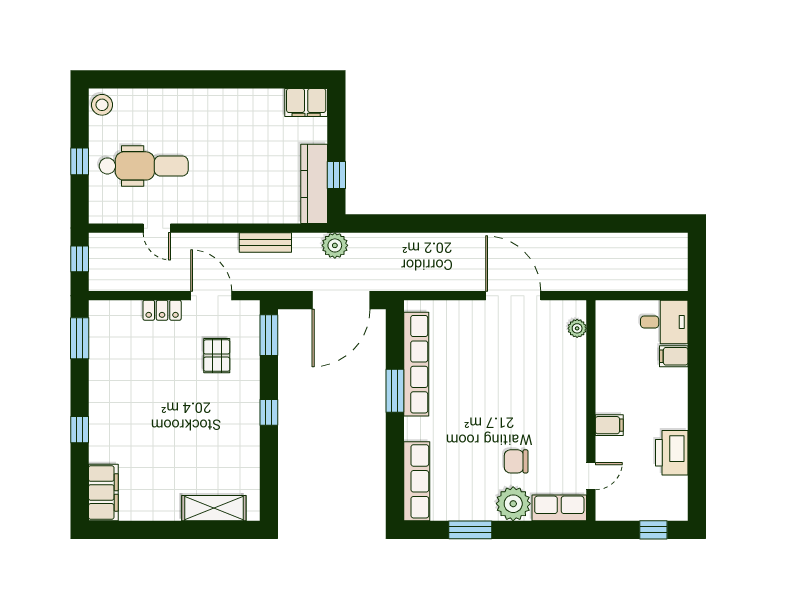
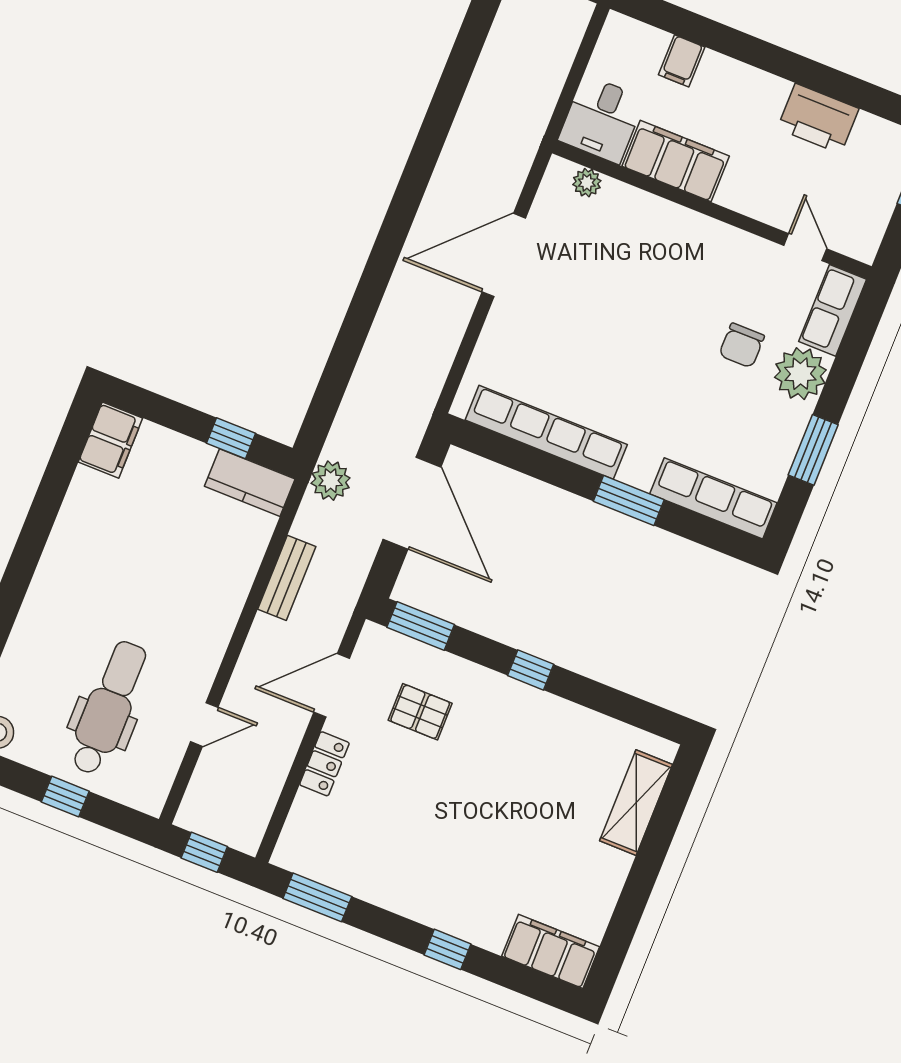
kitchen counter: (314, 184) -> (250, 483), width x0.67
desk: (664, 322) -> (602, 119), moved, turned 180
window: (395, 391) -> (629, 501), moved
filing cabinet: (609, 425) -> (676, 161), moved, width x3.00, depth x1.17

